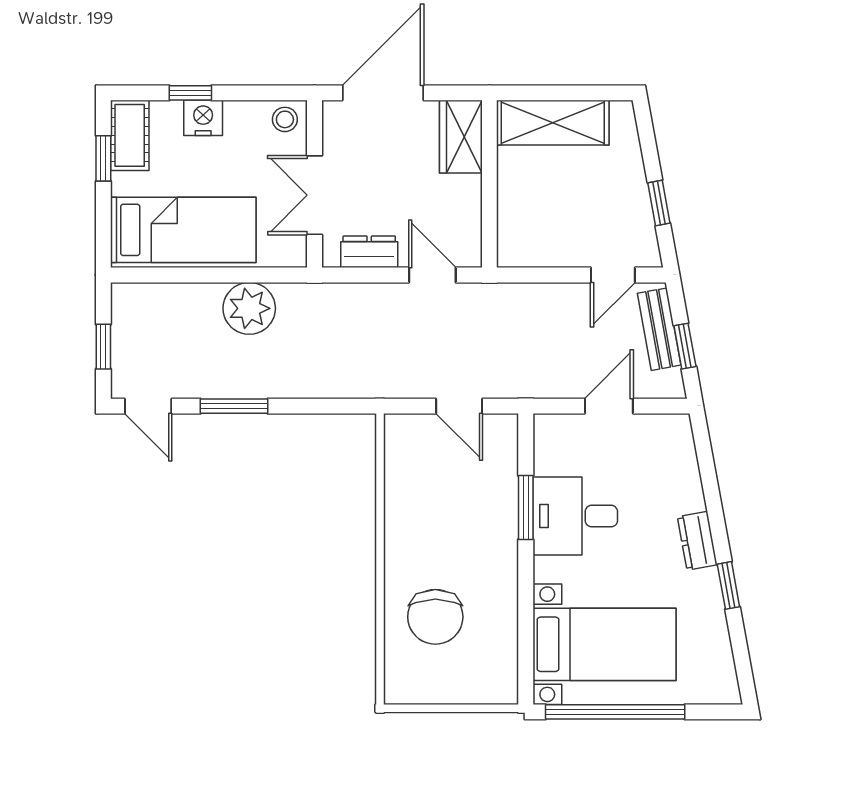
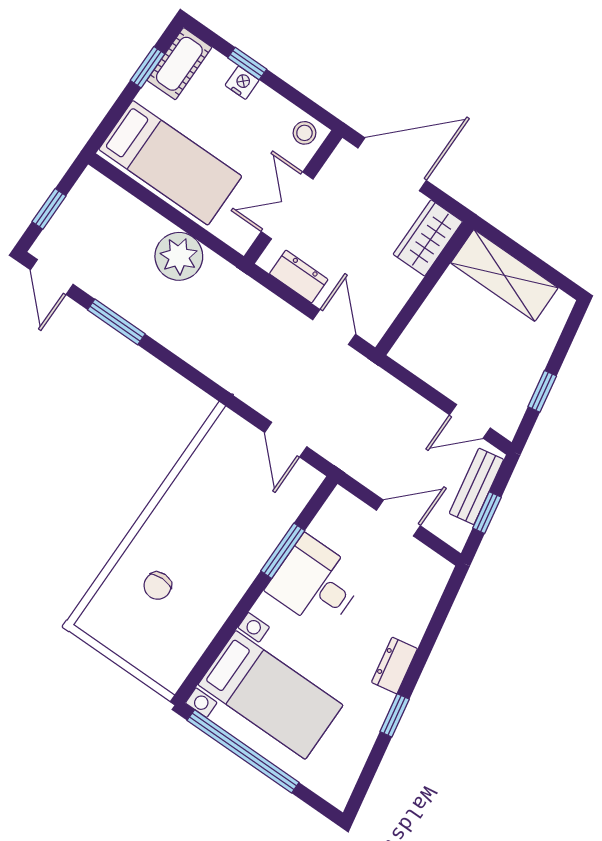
nightstand: (203, 118) -> (242, 83), width x0.72, depth x0.74
chair: (435, 617) -> (158, 586), width x0.54, depth x0.54

